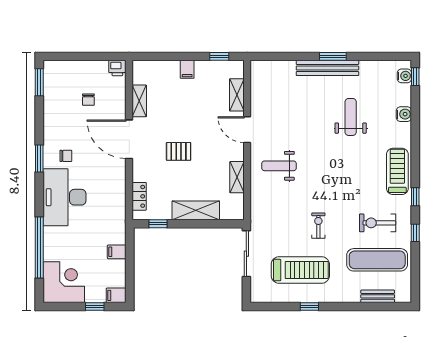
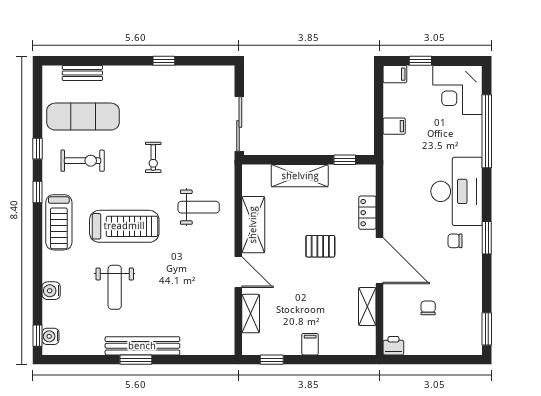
weight bench: (279, 166) -> (199, 207), moved
shelving: (237, 177) -> (253, 225), width x1.50, depth x1.33
locker: (139, 196) -> (367, 213), moved
treadmill: (300, 270) -> (124, 226), moved, turned 180

